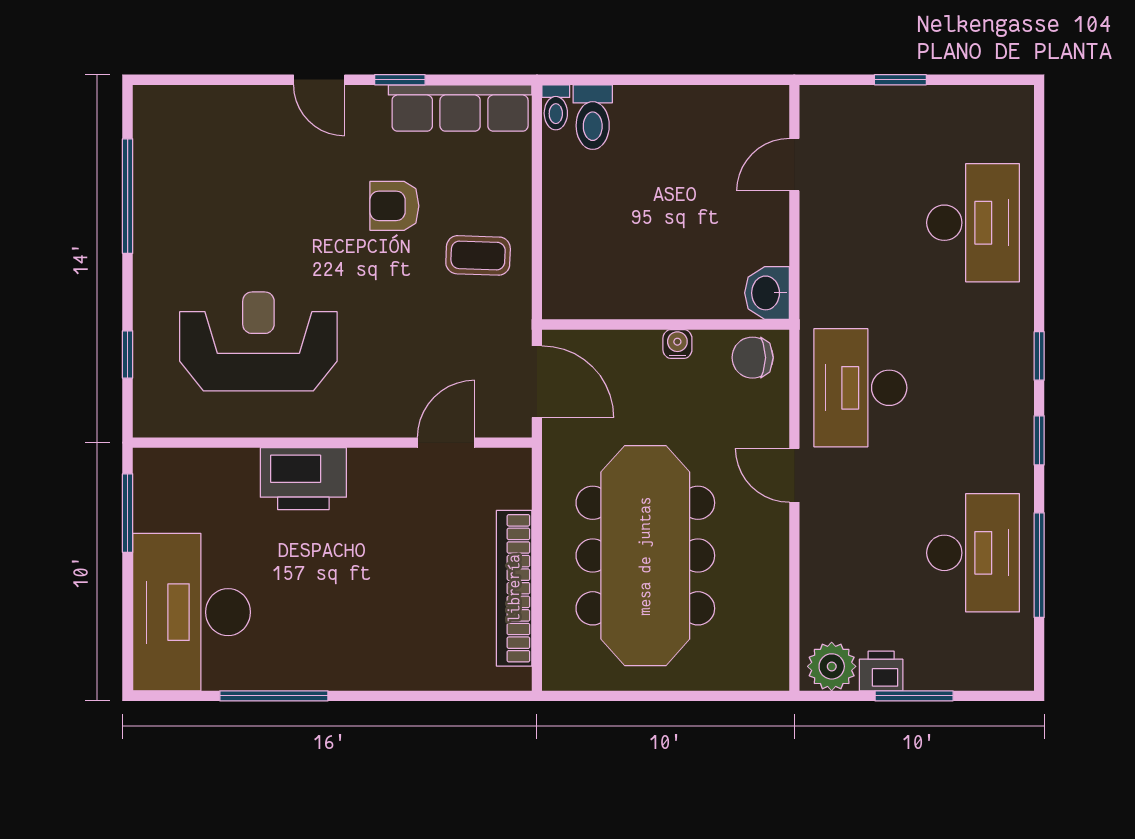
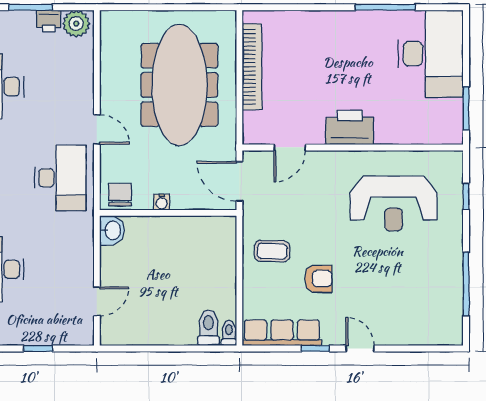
chair: (753, 358) -> (120, 195), turned -90
printer: (303, 479) -> (350, 128), moved

